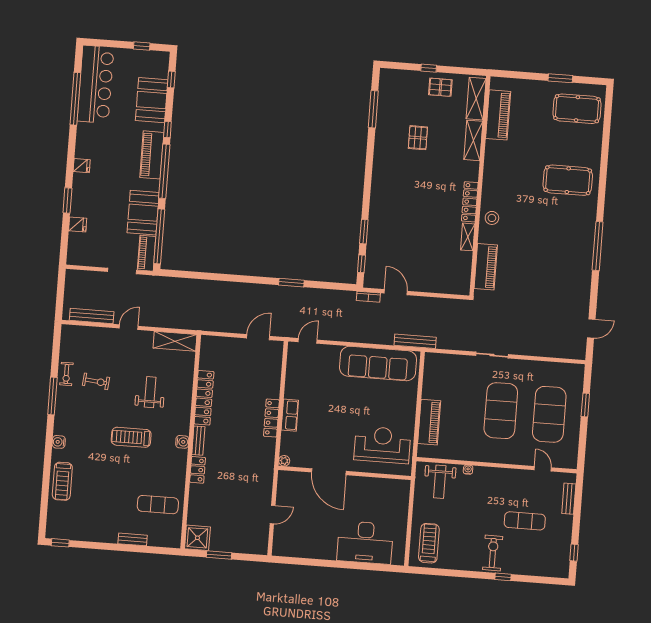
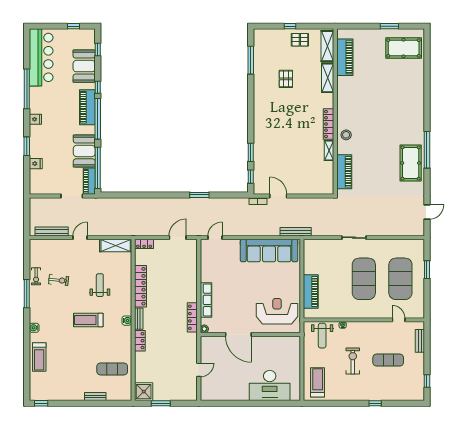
window: (75, 99) -> (27, 89), moved
pool table: (568, 180) -> (411, 163), moved, turned 90
locker: (213, 342) -> (144, 244), added
row of seats: (290, 415) -> (206, 300), width x1.48
locker: (271, 418) -> (192, 317), moved
exercise bike: (493, 553) -> (353, 361), moved

